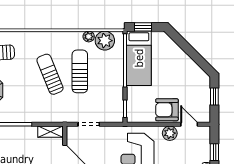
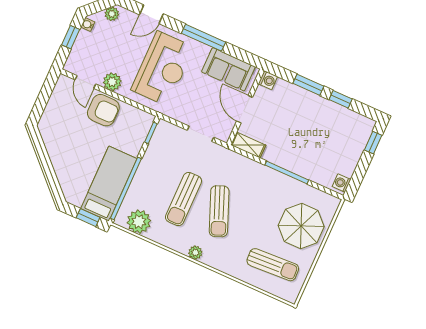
plant: (89, 37) -> (195, 253), moved
window: (214, 96) -> (42, 101), removed

